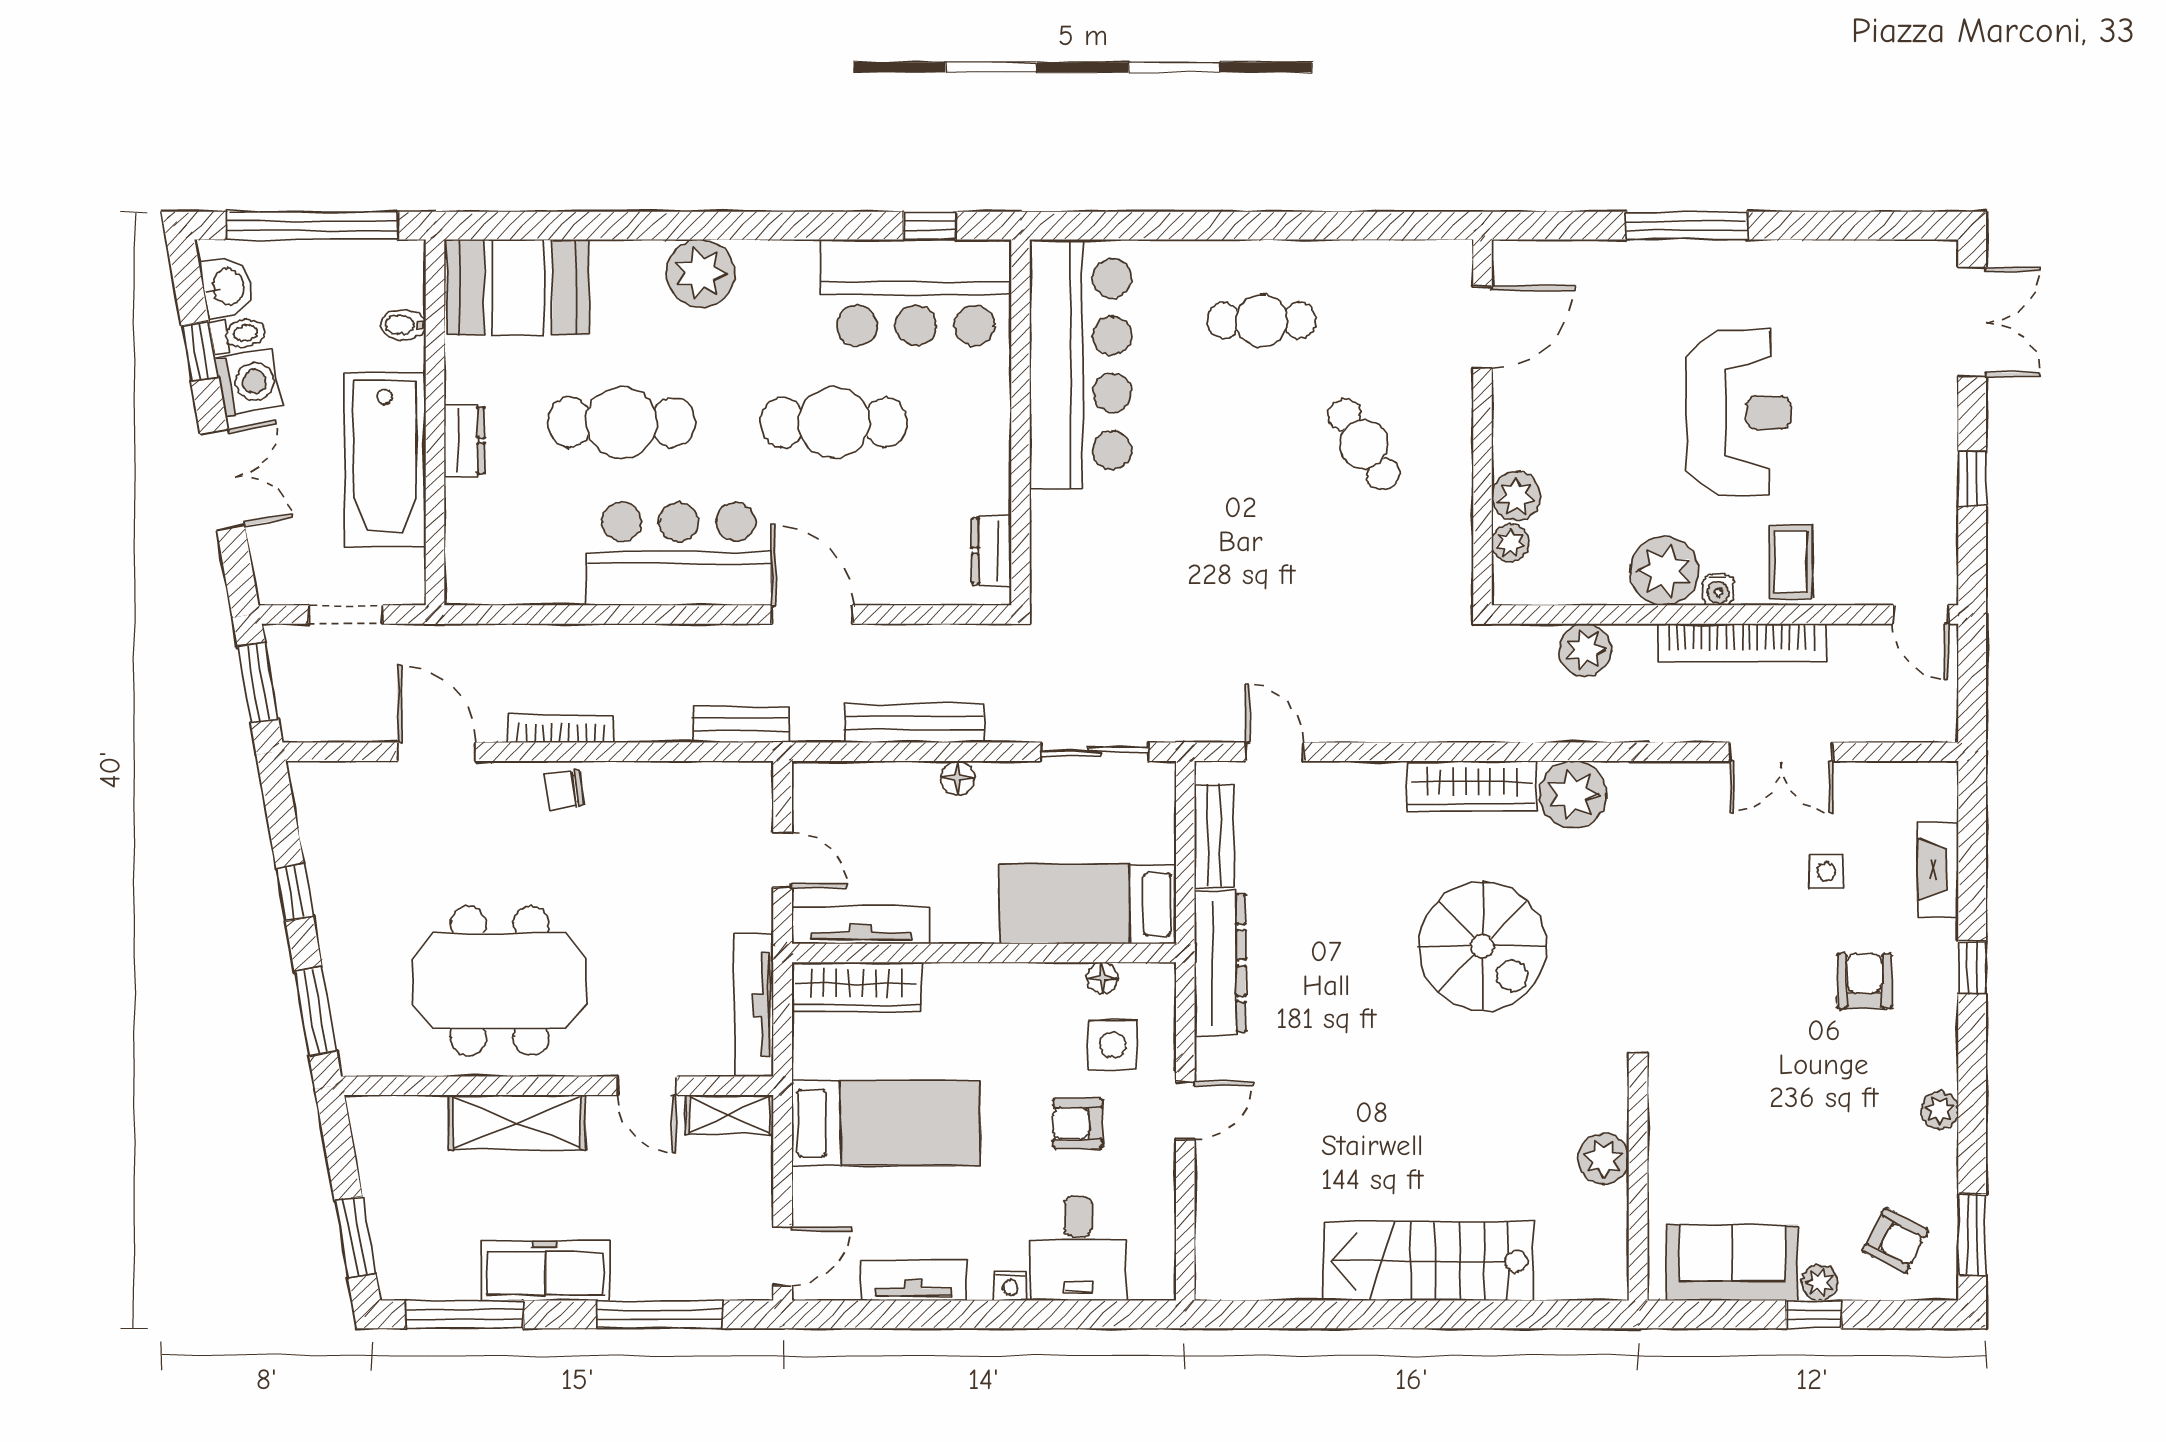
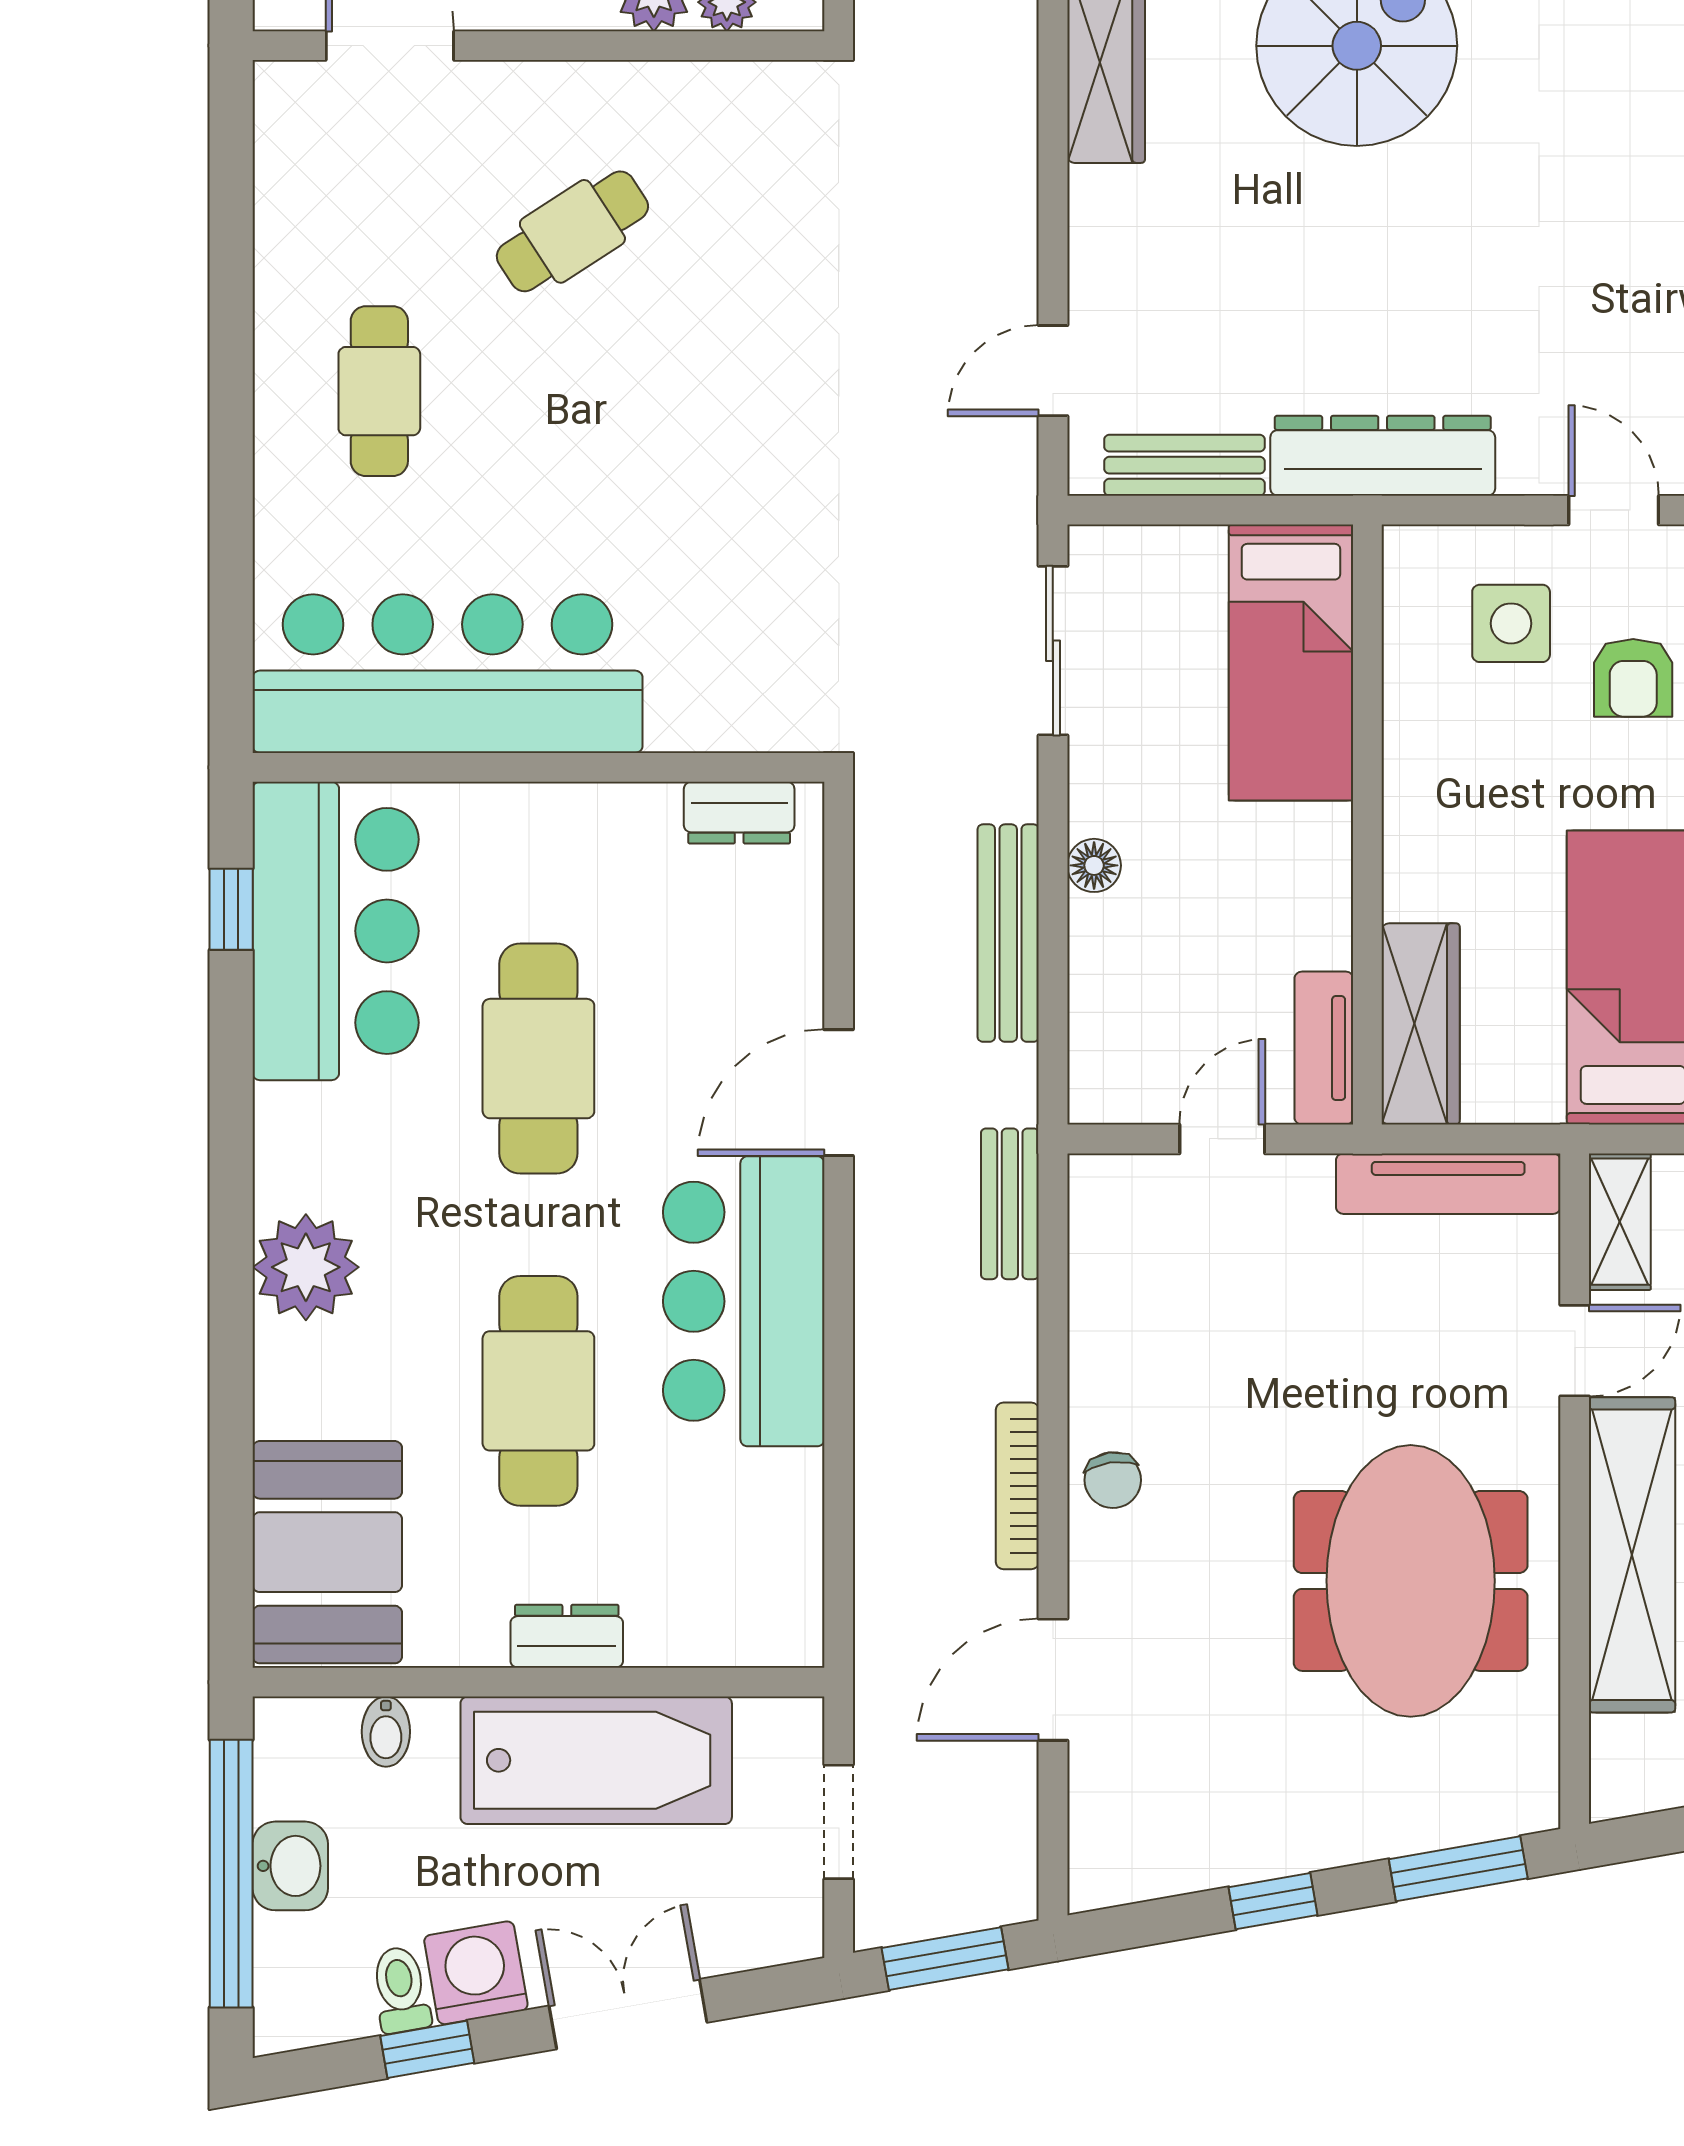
washbasin: (227, 287) -> (290, 1866), moved, turned 100
tv unit: (861, 925) -> (1324, 1048), width x0.71
floor lamp: (1102, 978) -> (1406, 639), removed
shelving: (516, 1122) -> (1632, 1555), width x1.47

